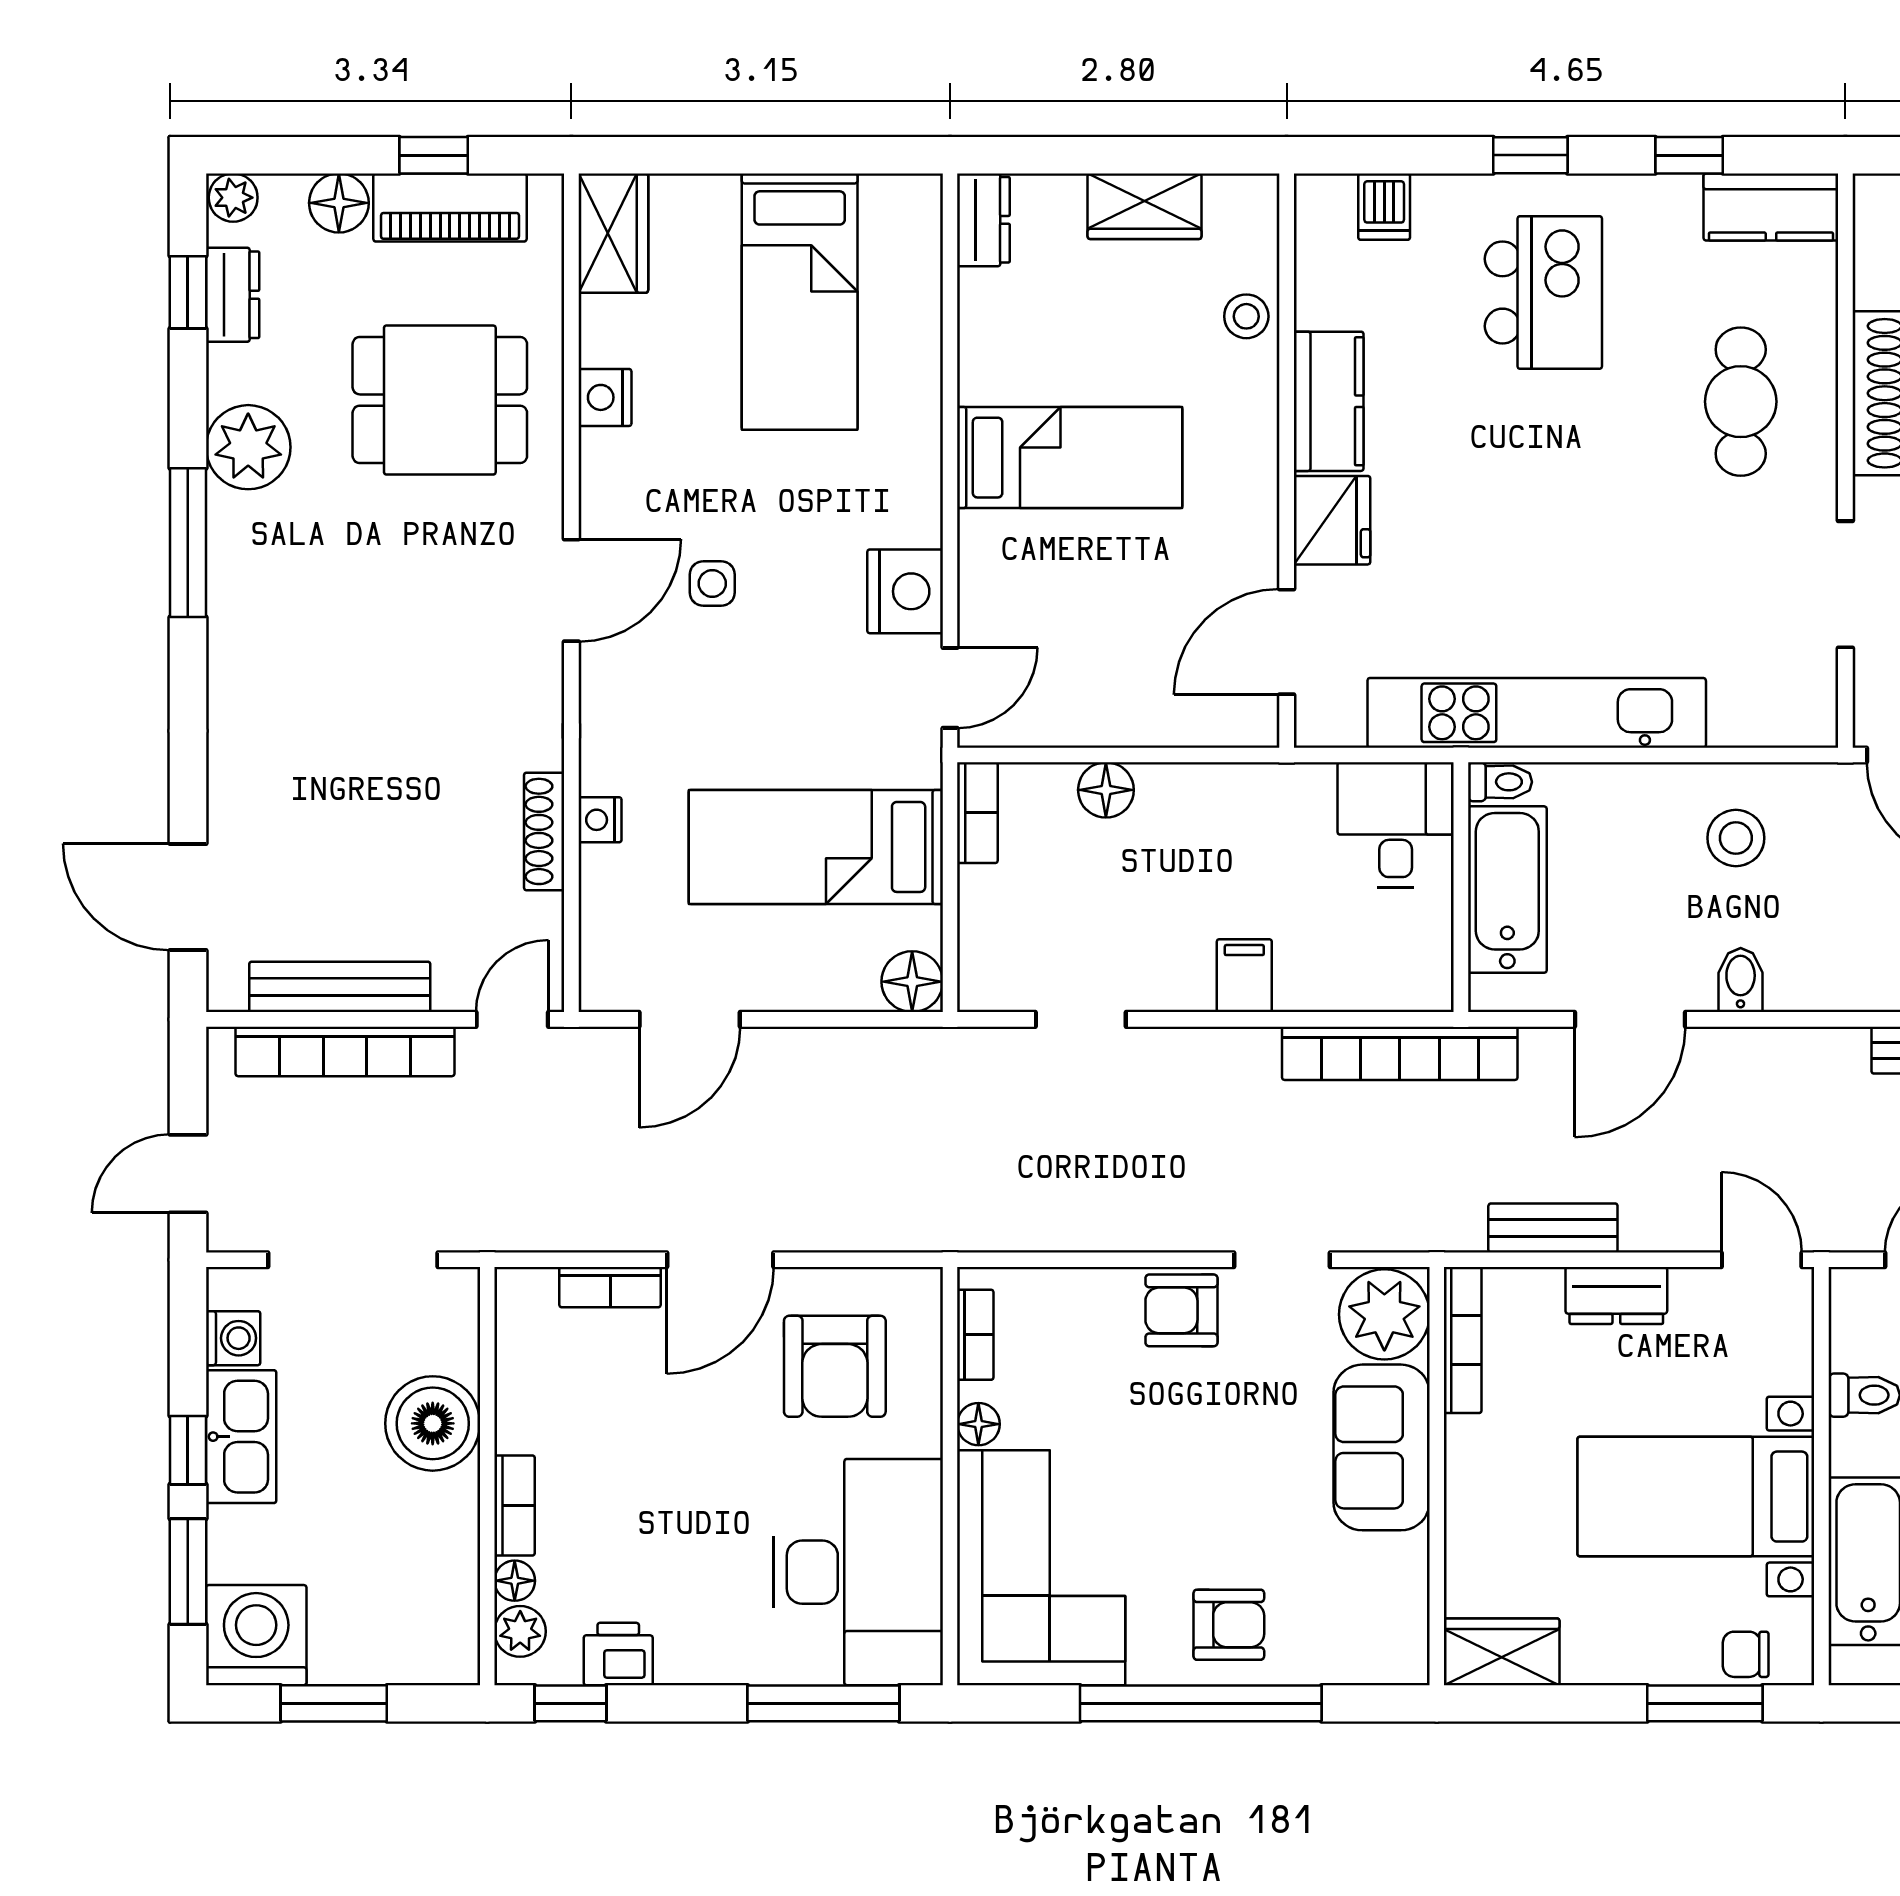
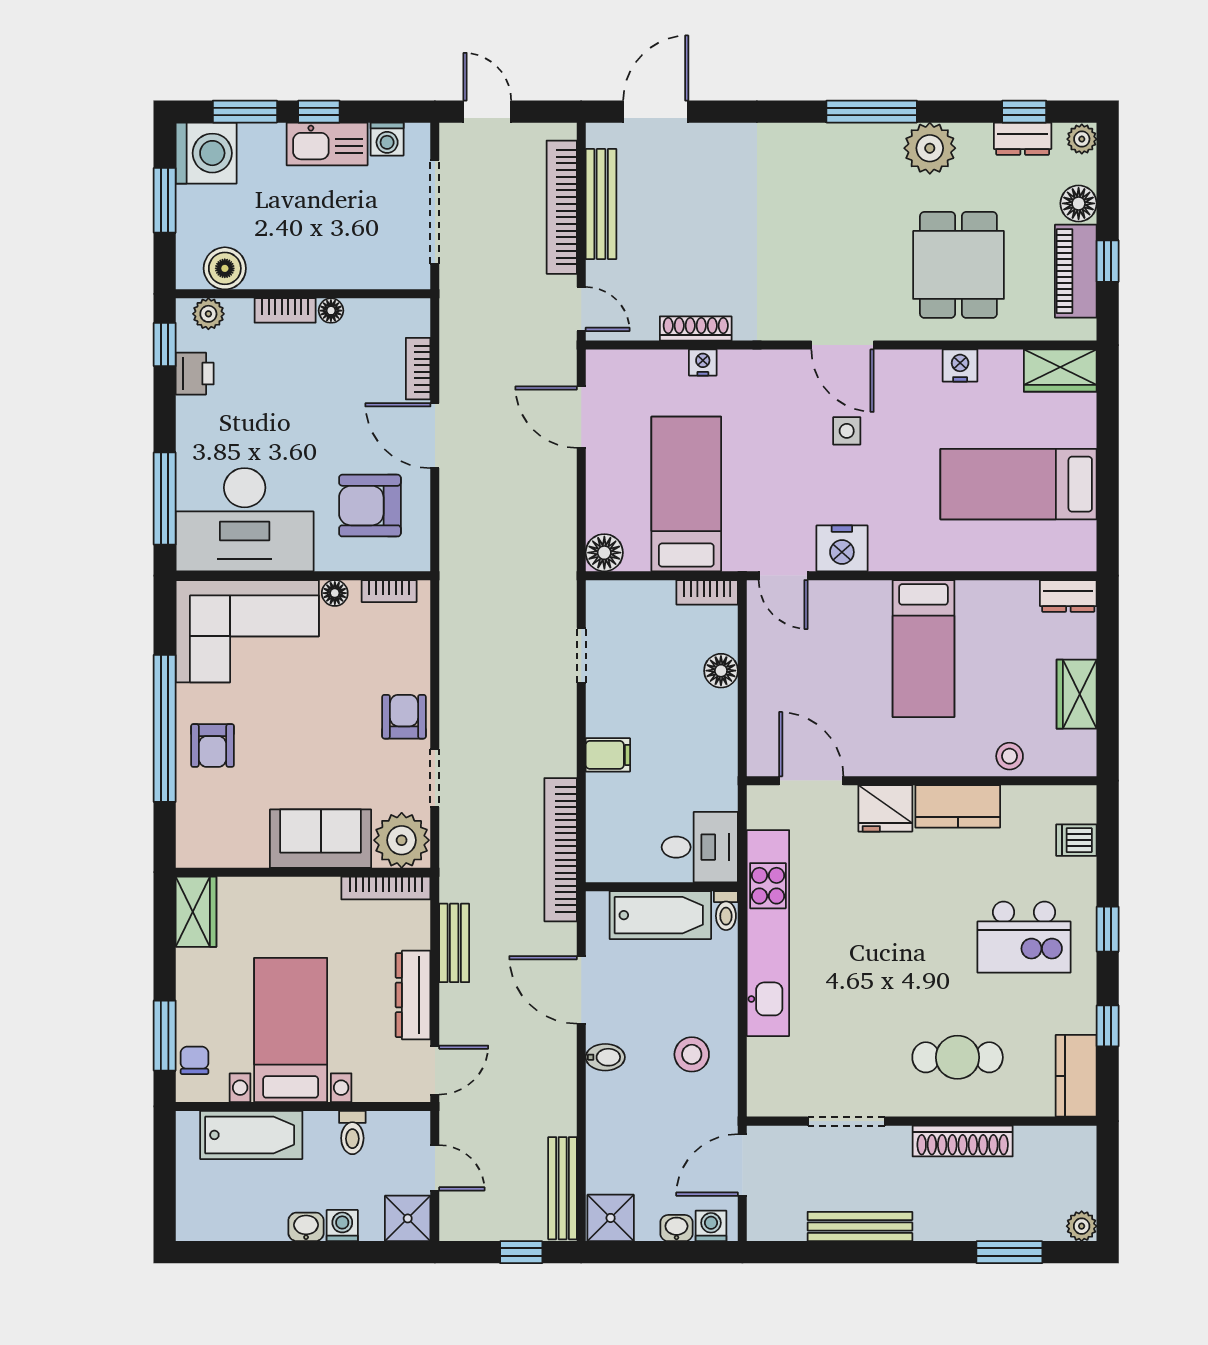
dresser: (1616, 1296) -> (413, 995), width x1.44
boiler: (433, 1423) -> (225, 268), moved, width x0.73, depth x0.73
floor lamp: (515, 1581) -> (331, 311), moved

